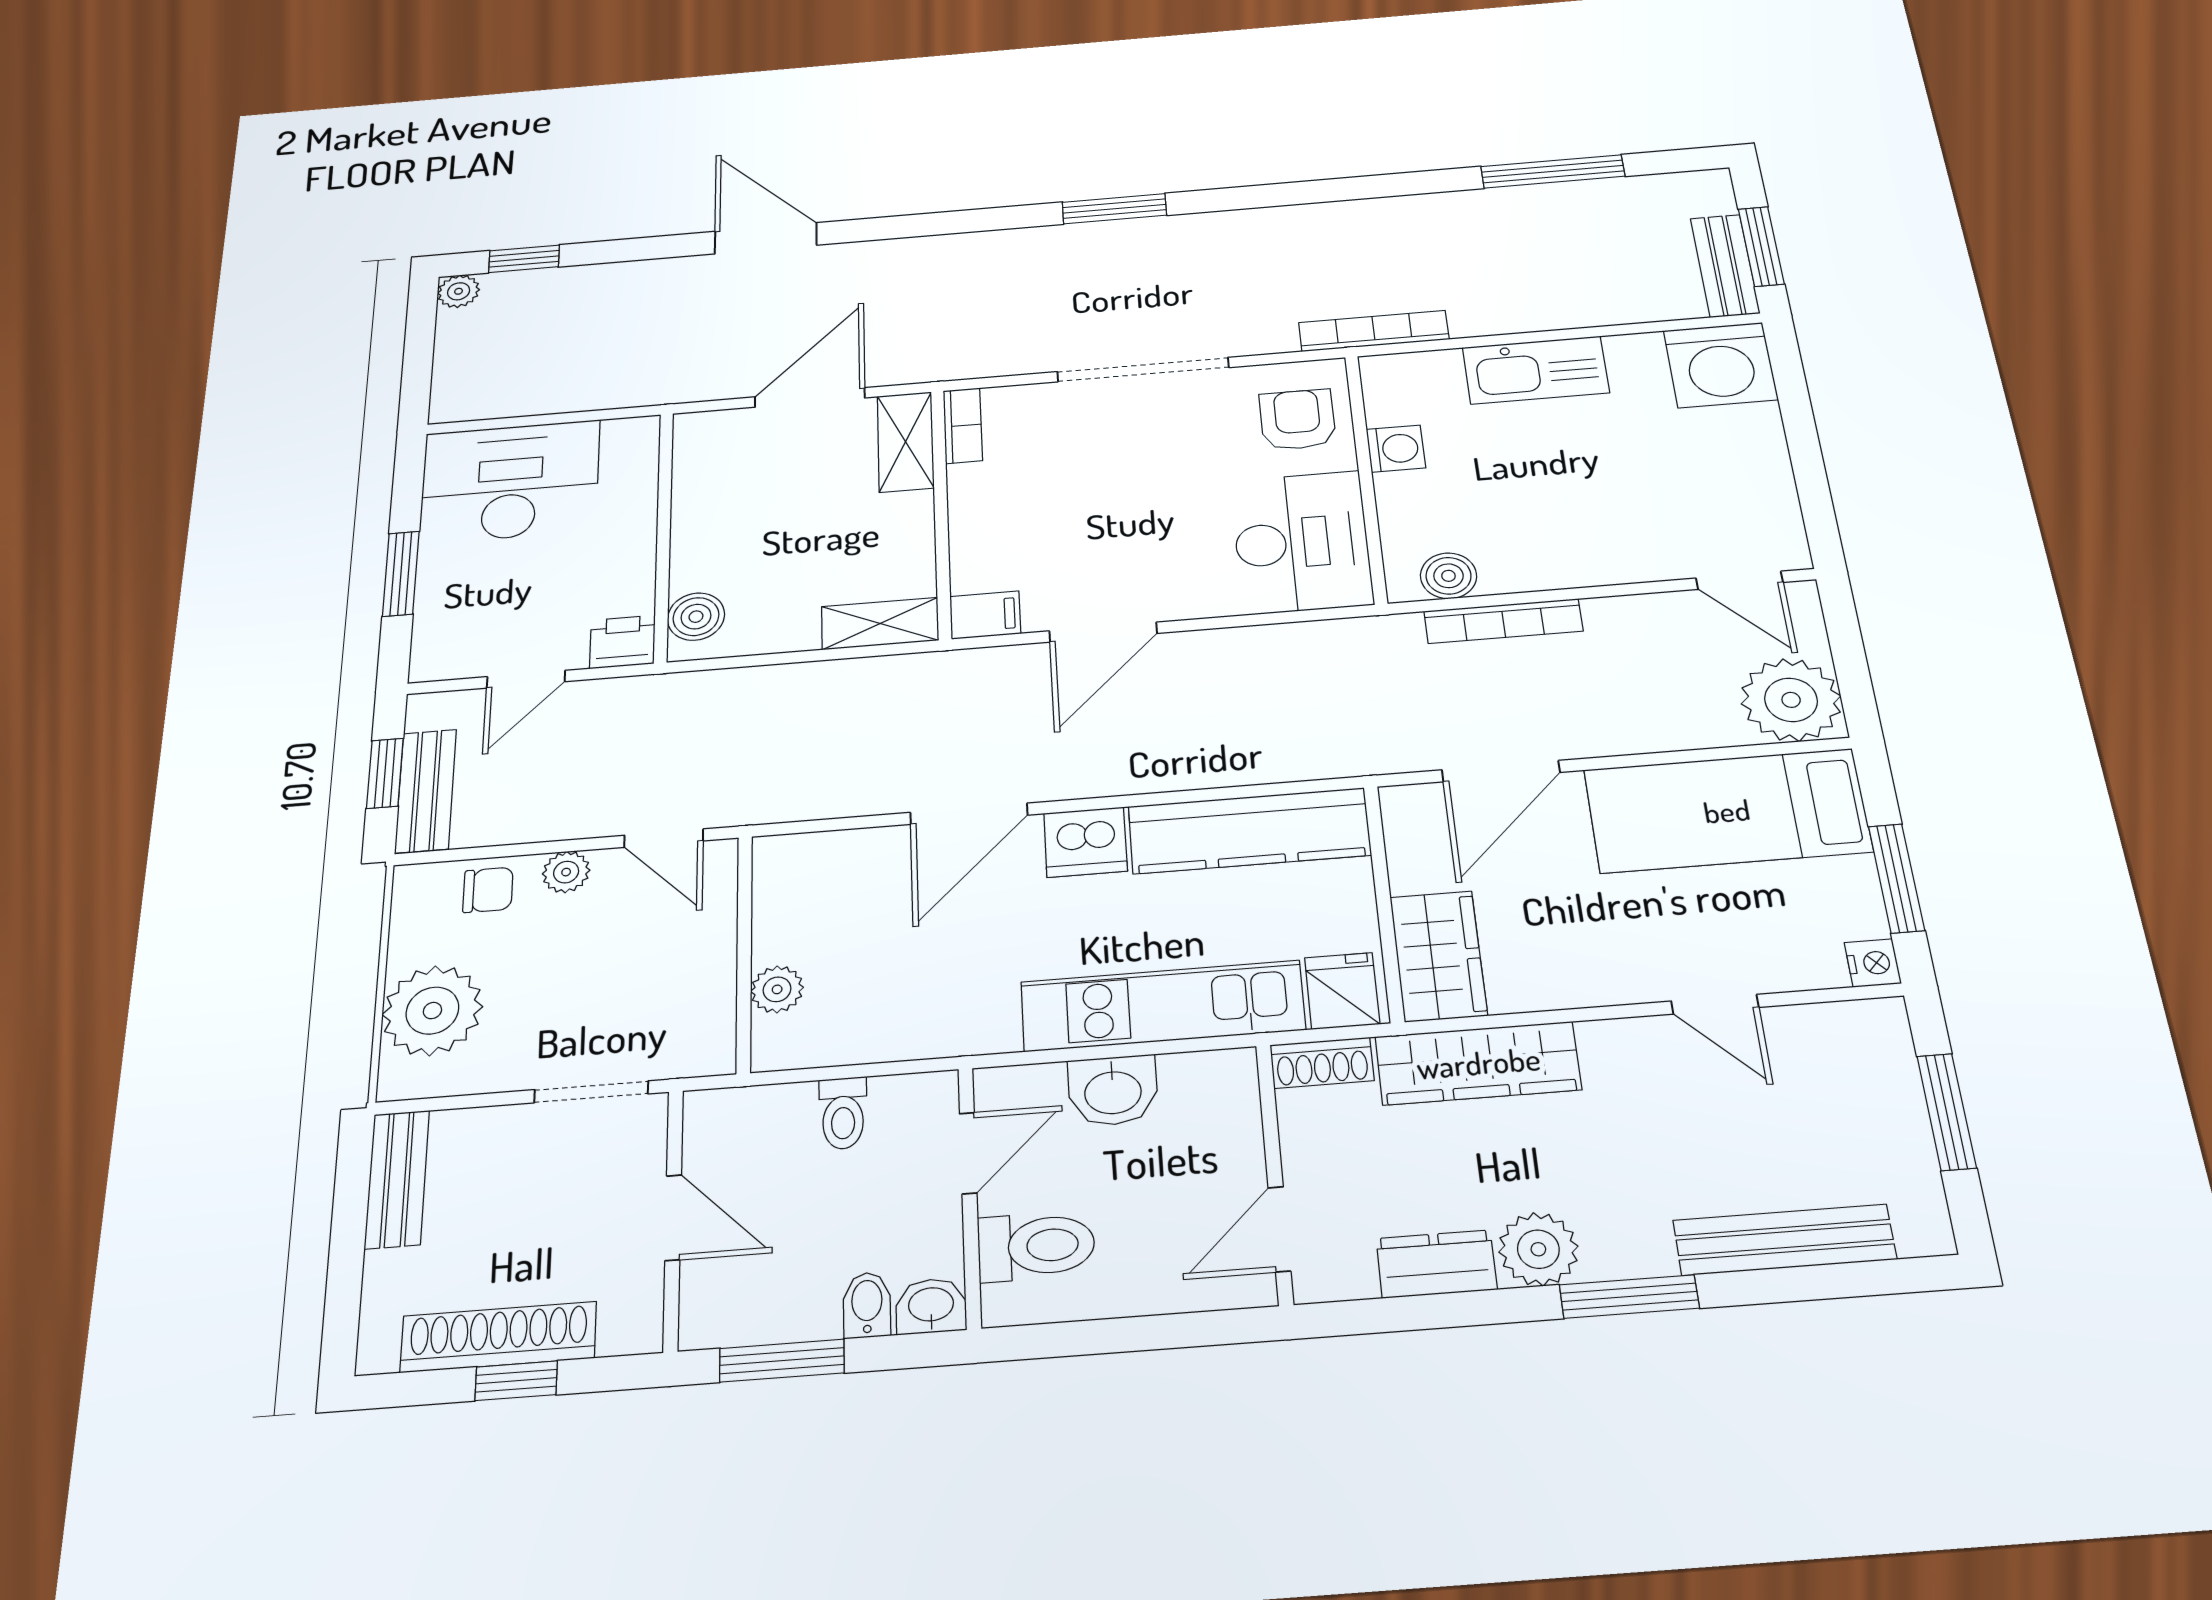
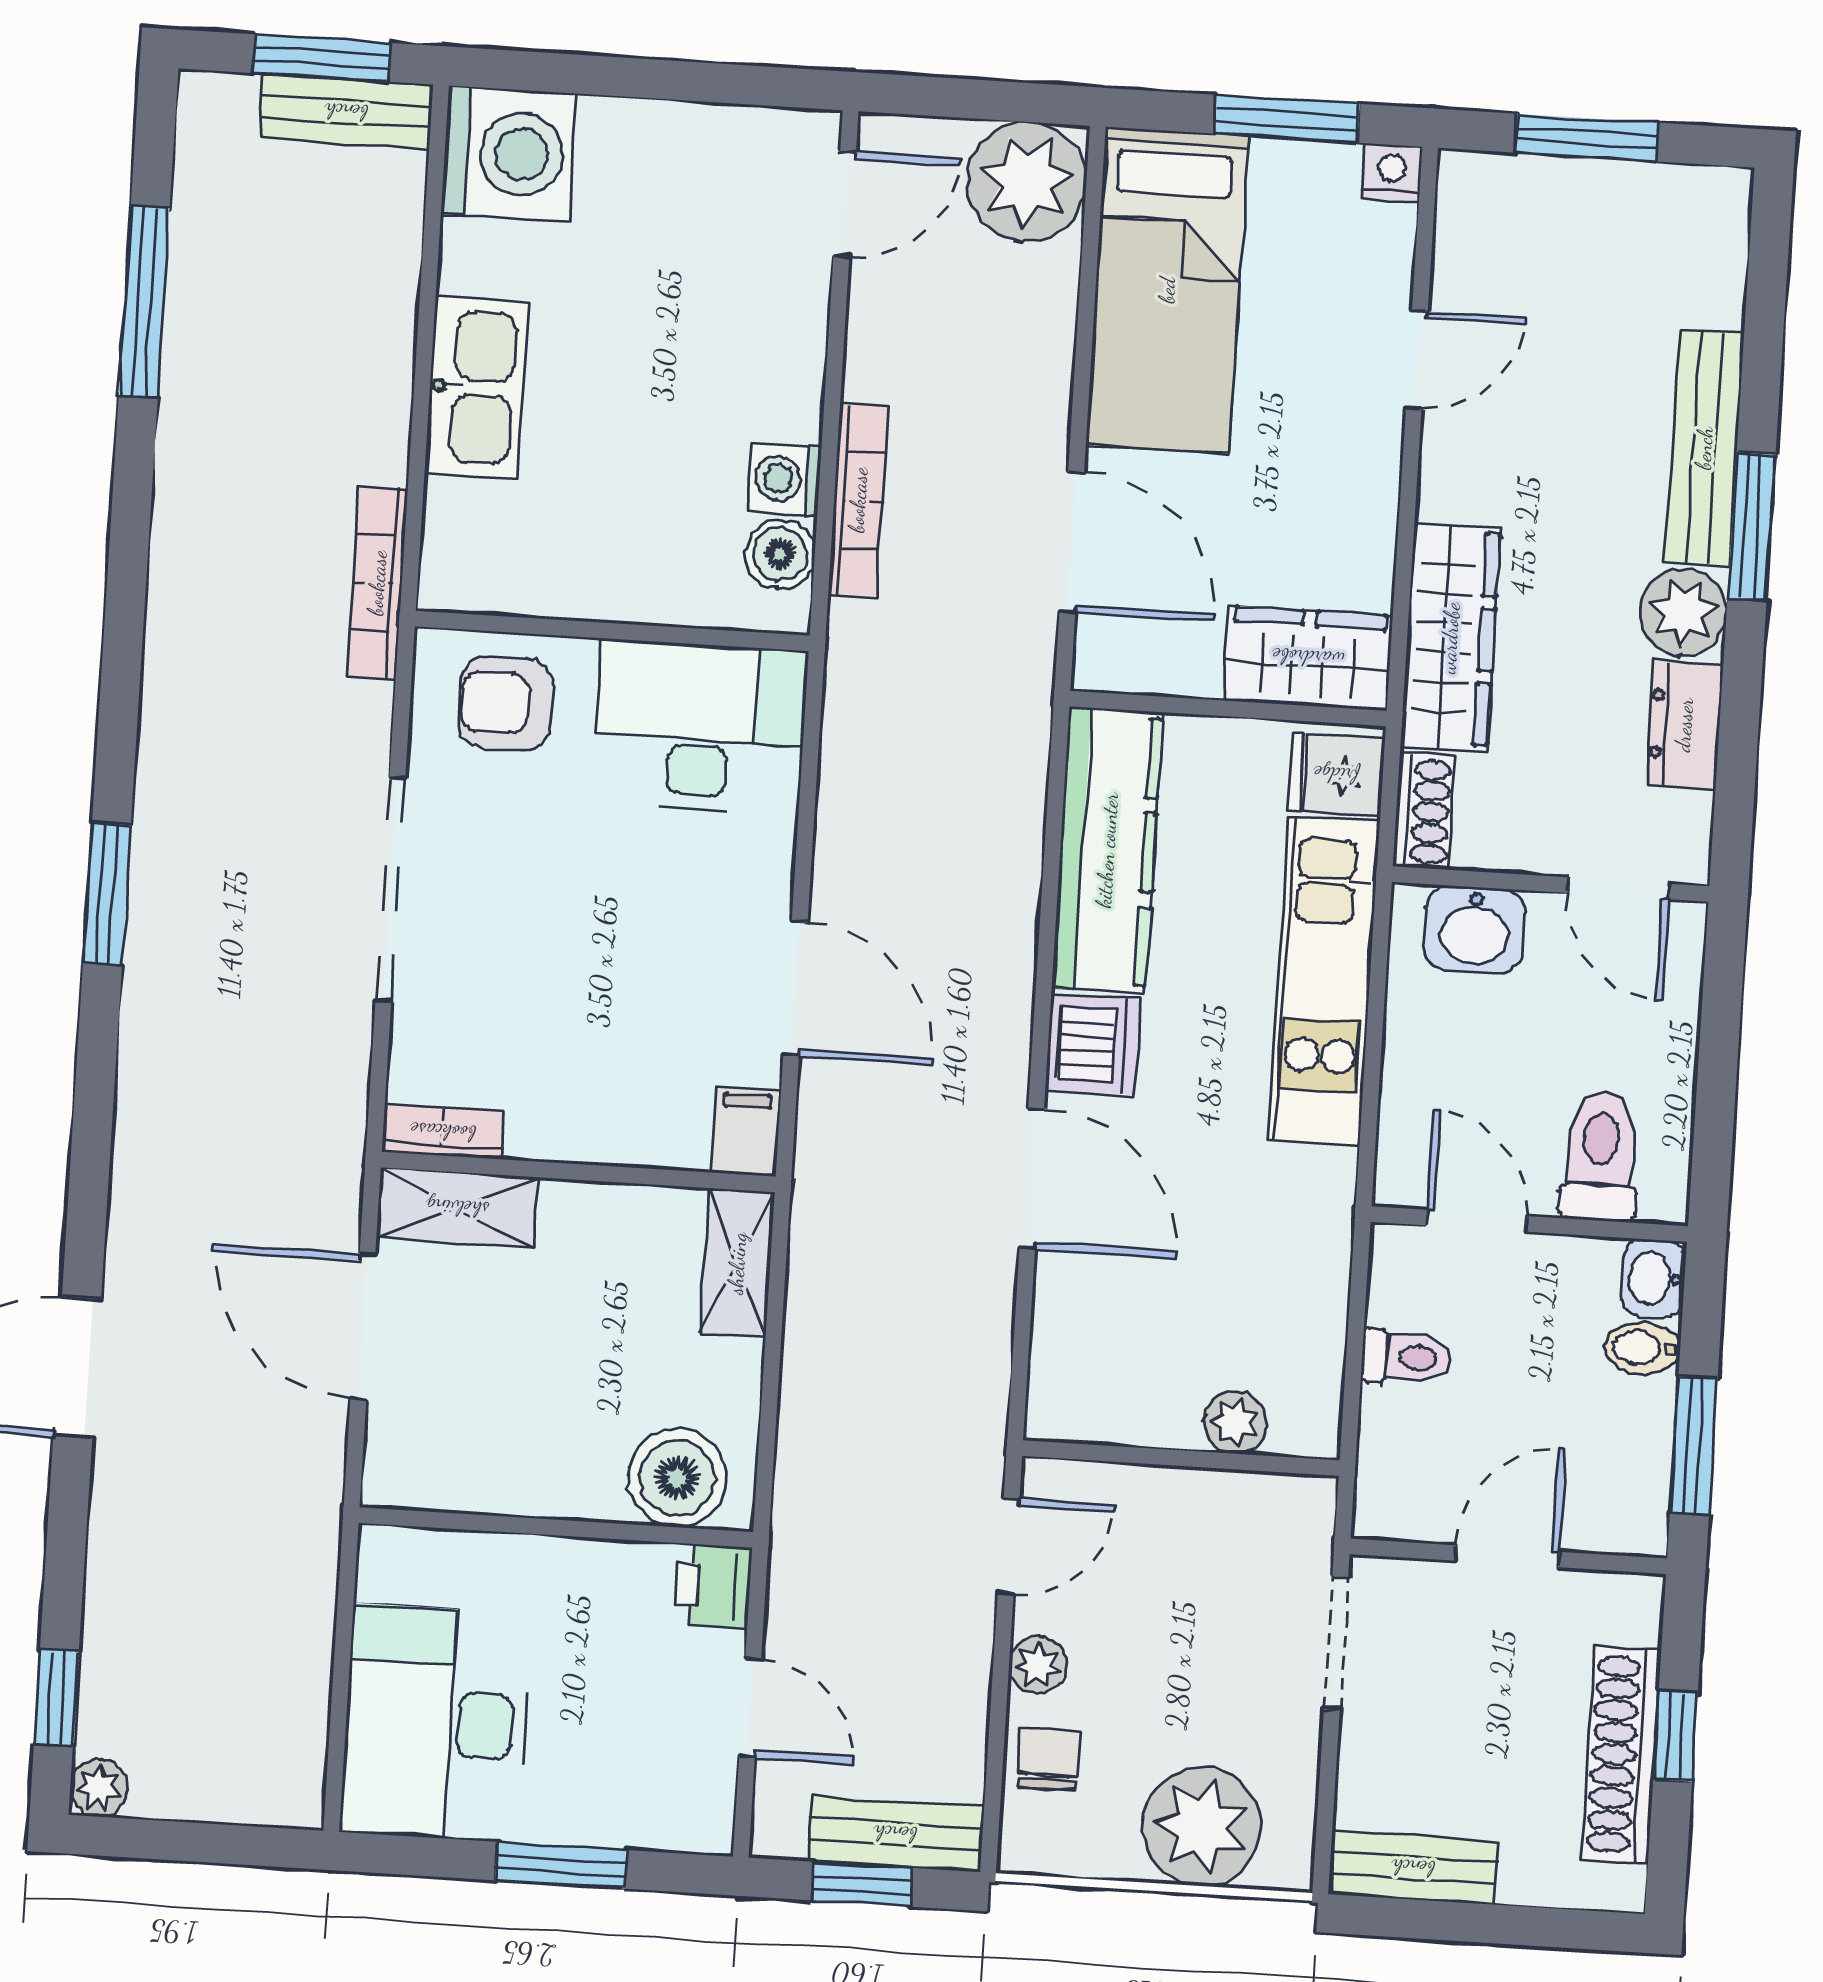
washing machine: (1396, 449) -> (785, 479), moved, turned -90
boiler: (696, 617) -> (677, 1478), width x1.36, depth x1.36
washbasin: (1113, 1091) -> (1475, 929), moved, turned 90
bench: (1784, 1240) -> (1704, 448), moved

